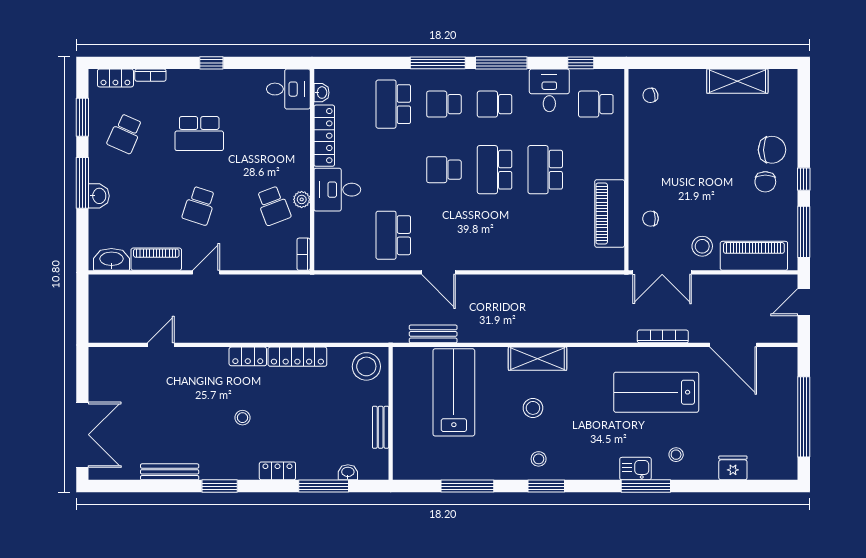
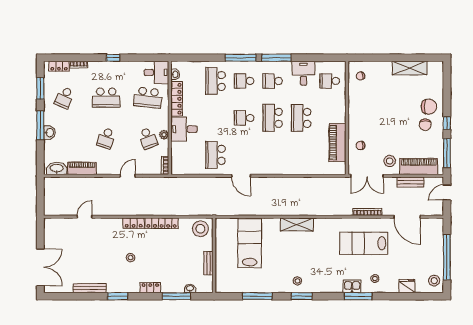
window: (581, 63) -> (321, 58), removed
school desk: (273, 134) -> (148, 98), added
door: (206, 272) -> (128, 176), moved
bench: (433, 334) -> (410, 182), moved
stool: (533, 408) -> (434, 281), moved

